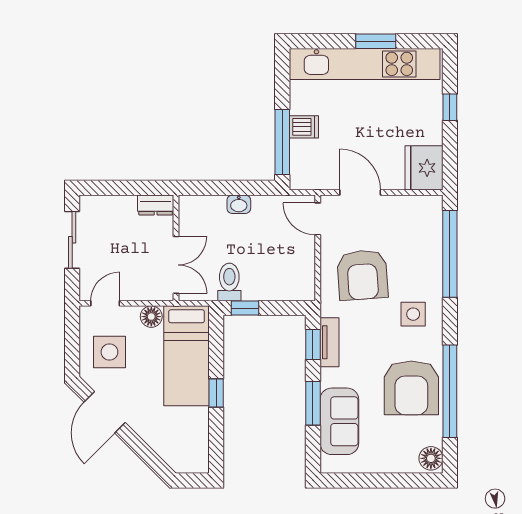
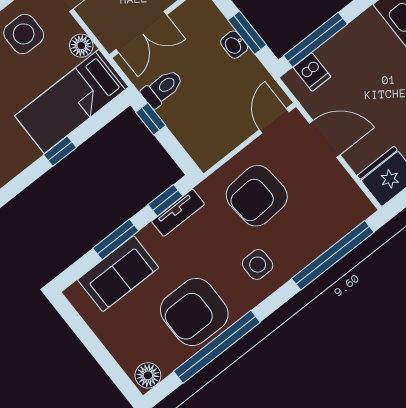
dishwasher: (304, 127) -> (312, 72), moved
window: (237, 188) -> (247, 33), added
door: (360, 192) -> (325, 139), hinge flipped

